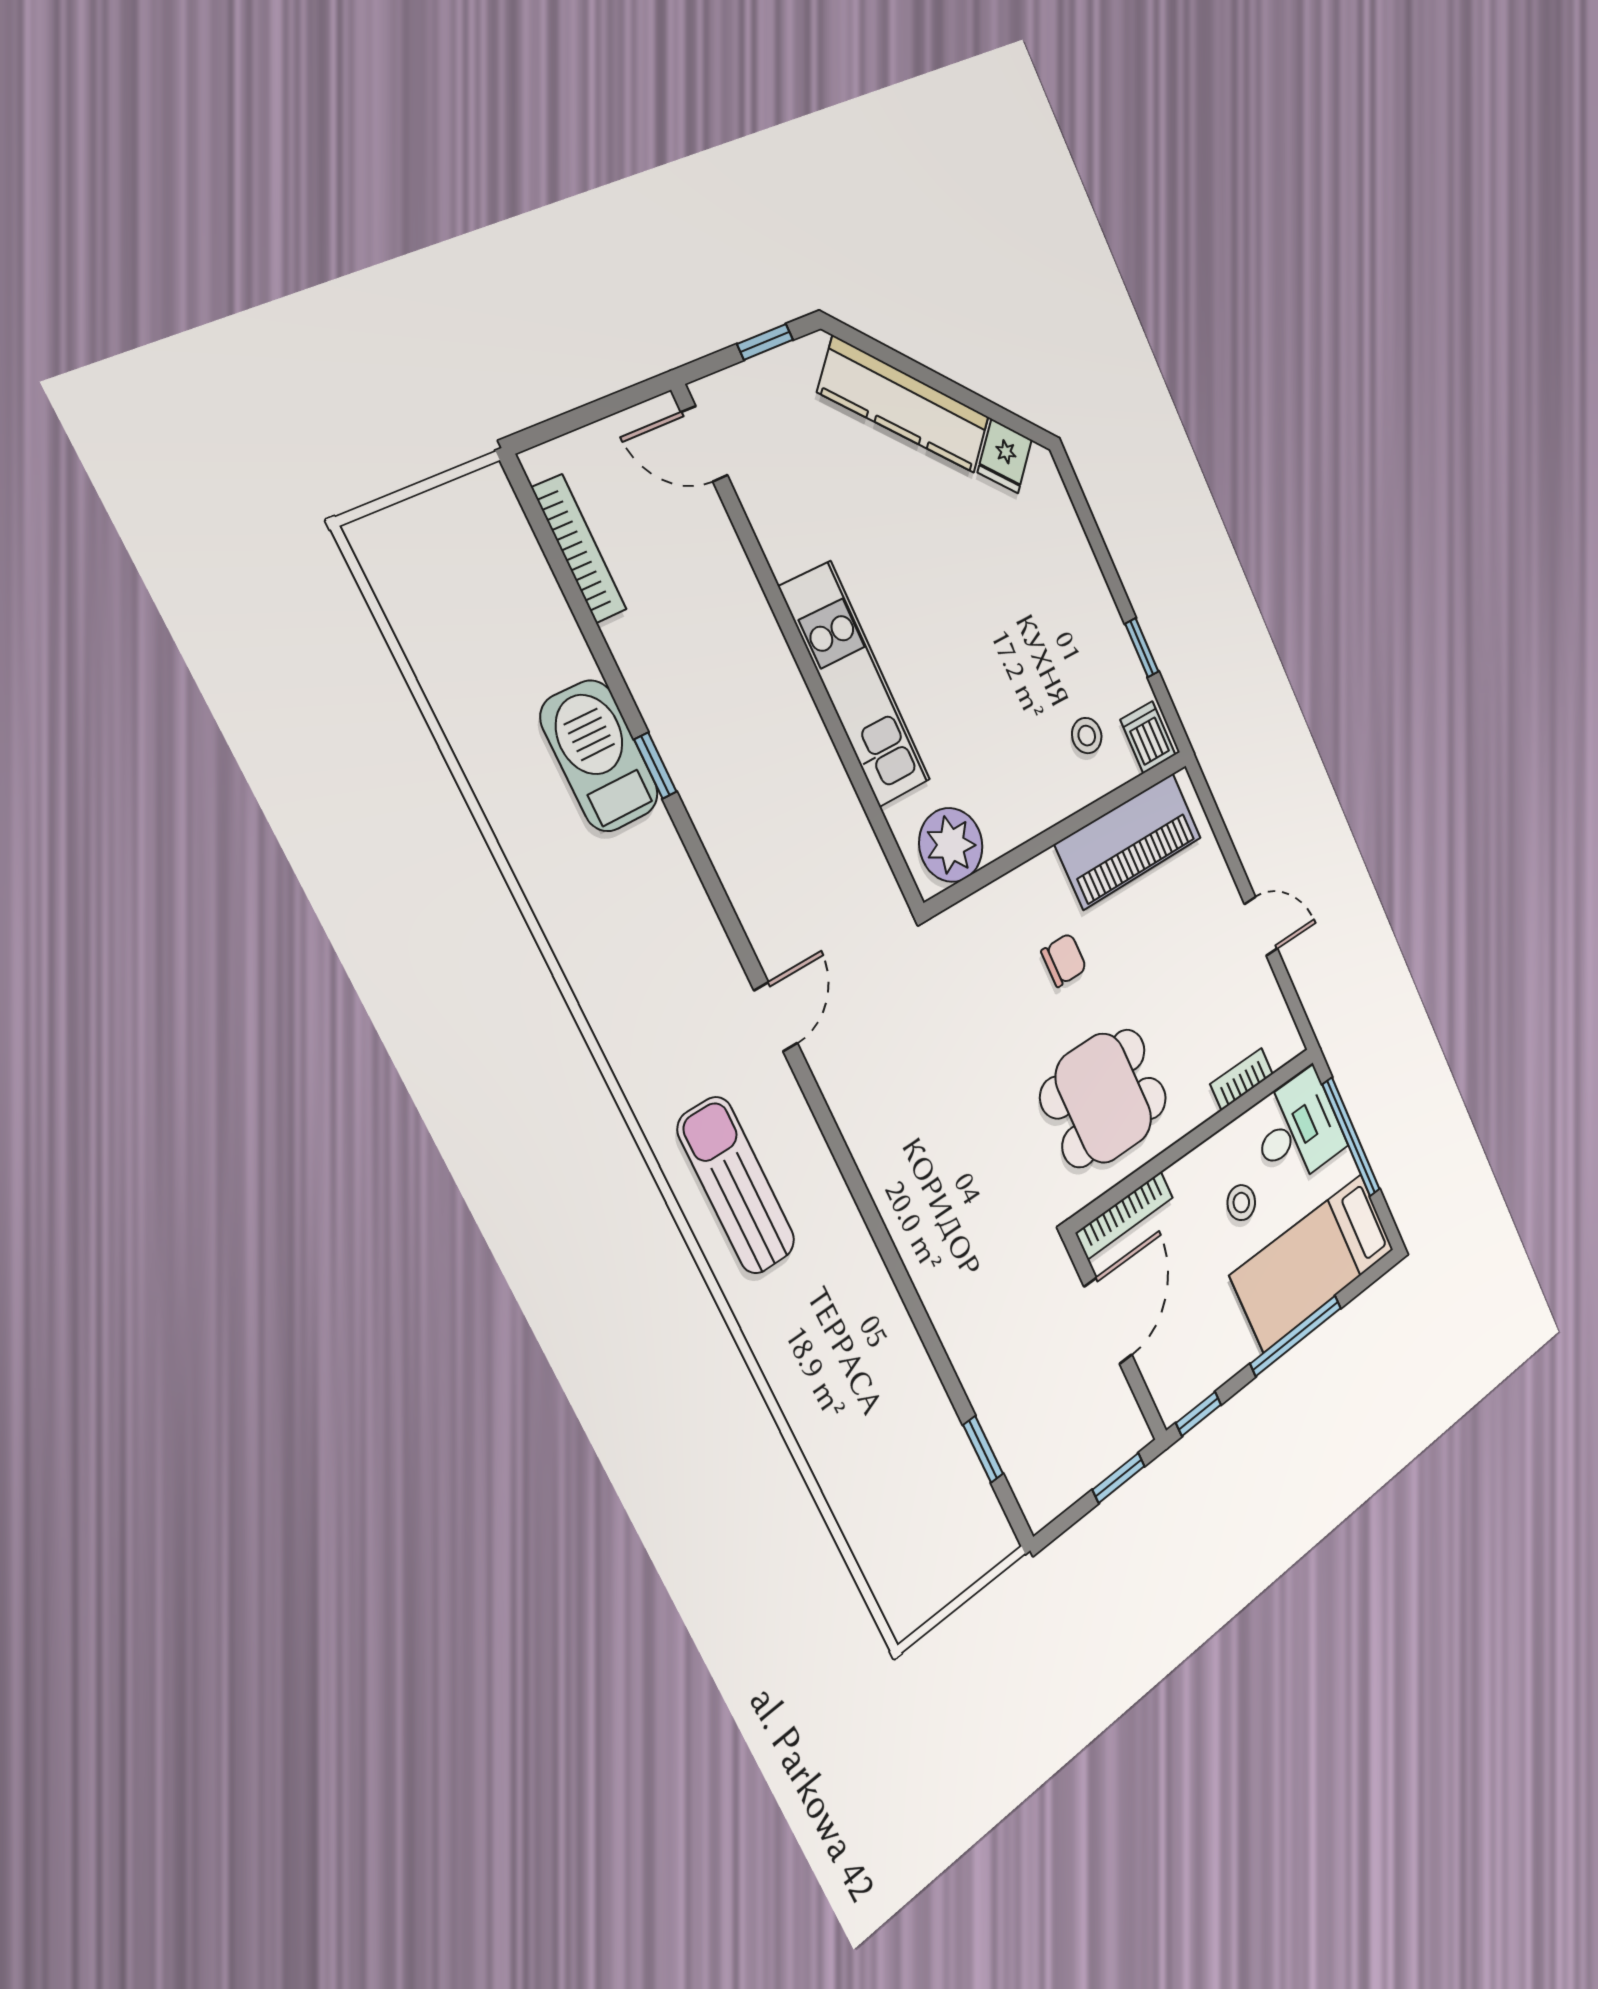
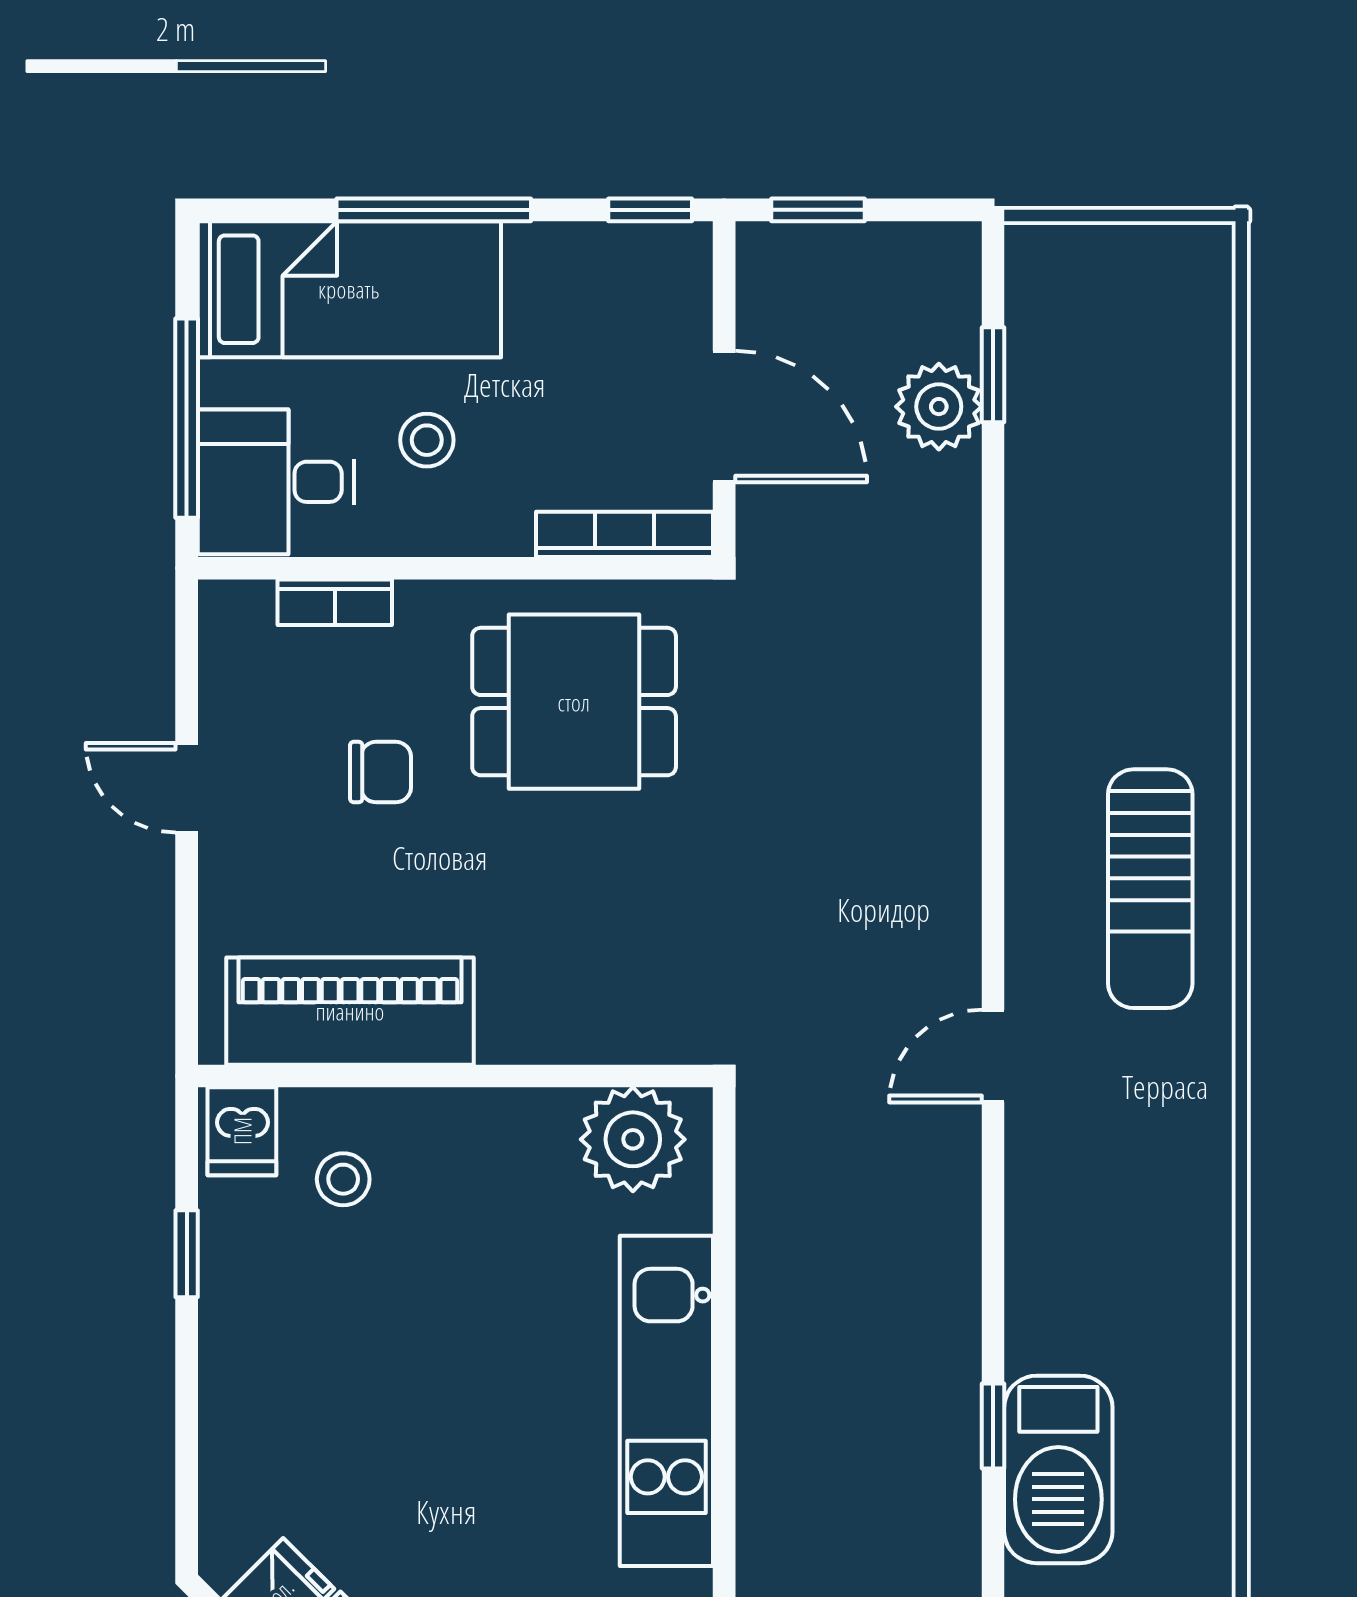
chair: (1064, 960) -> (380, 772), moved, turned 180
door: (1108, 1321) -> (724, 417), swing flipped
plant: (1002, 1408) -> (939, 407), added

